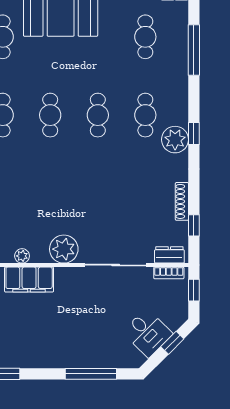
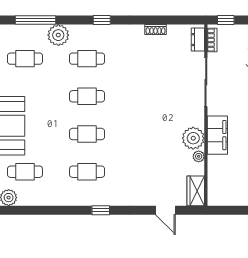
plant: (175, 140) -> (58, 35), moved
shoe rack: (182, 201) -> (155, 30), width x0.70
window: (194, 225) -> (174, 20), removed
plant: (64, 249) -> (193, 138), moved
filing cabinet: (29, 280) -> (217, 135), moved

